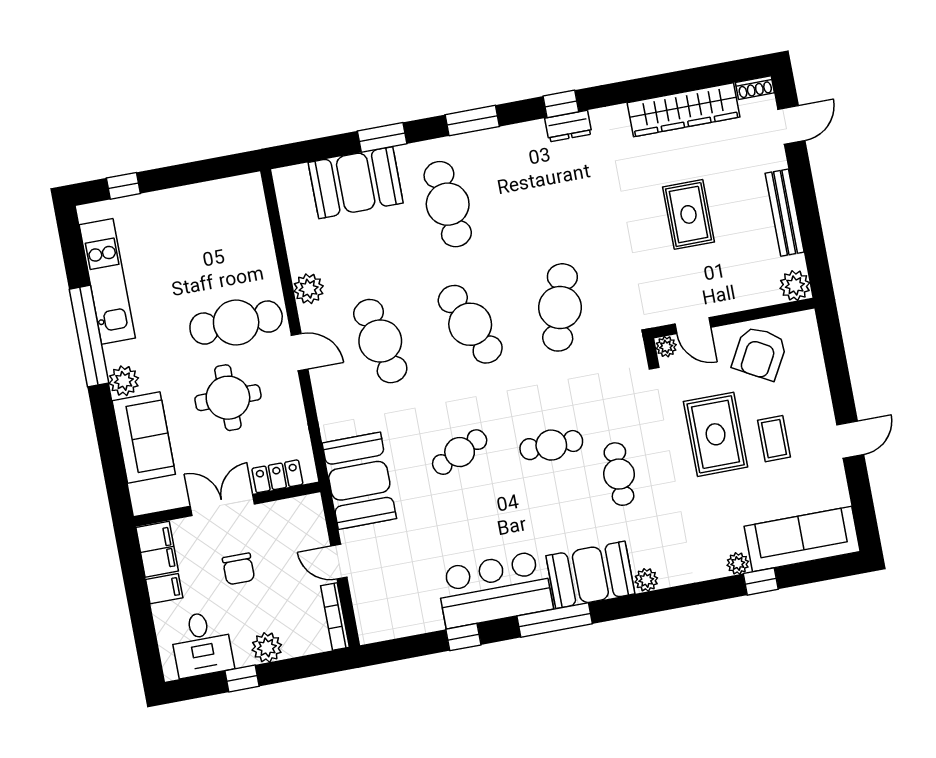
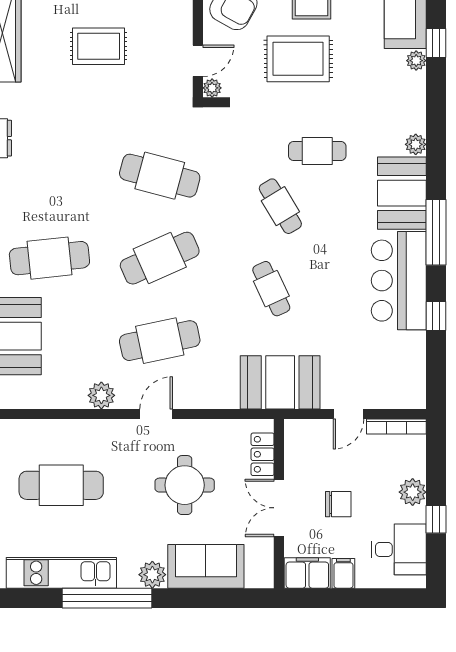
cafe table: (236, 323) -> (61, 485), moved, turned 90
cafe table: (551, 445) -> (280, 206), turned -31

